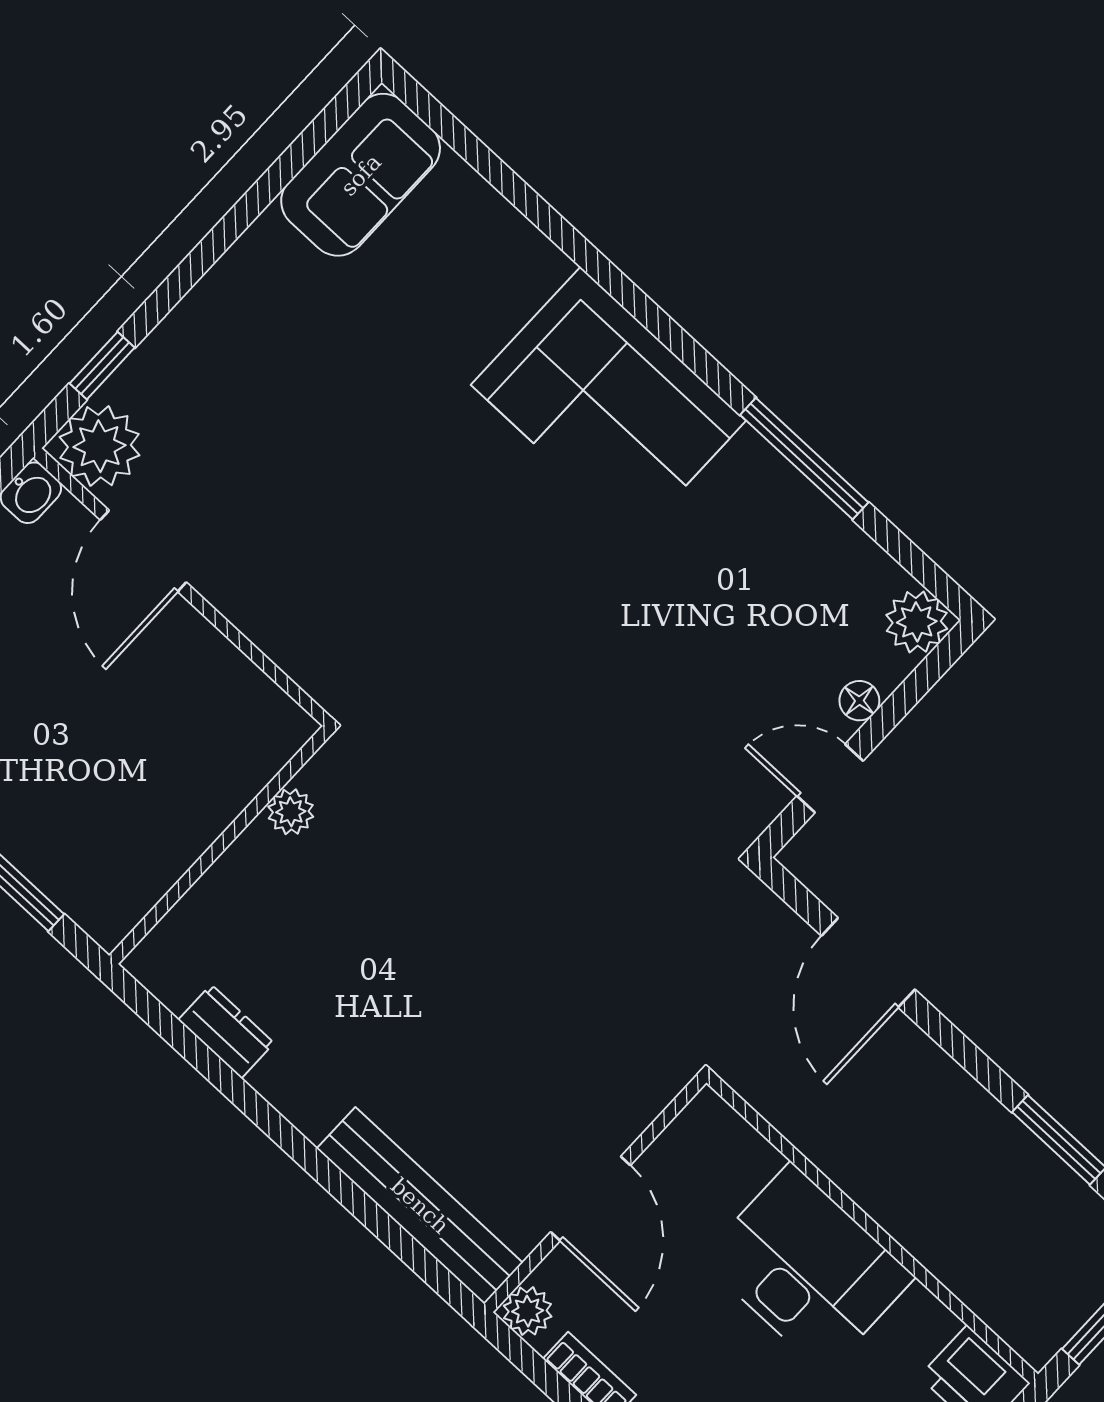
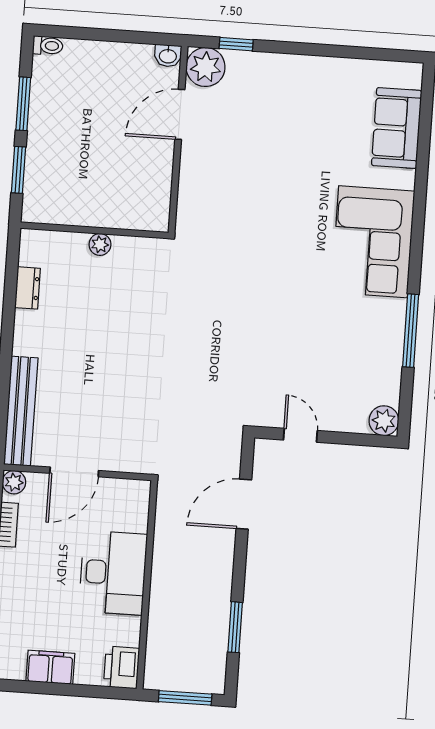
sofa: (361, 175) -> (397, 128), moved, turned 90
floor lamp: (859, 701) -> (338, 423), removed
plant: (291, 812) -> (100, 244), moved

